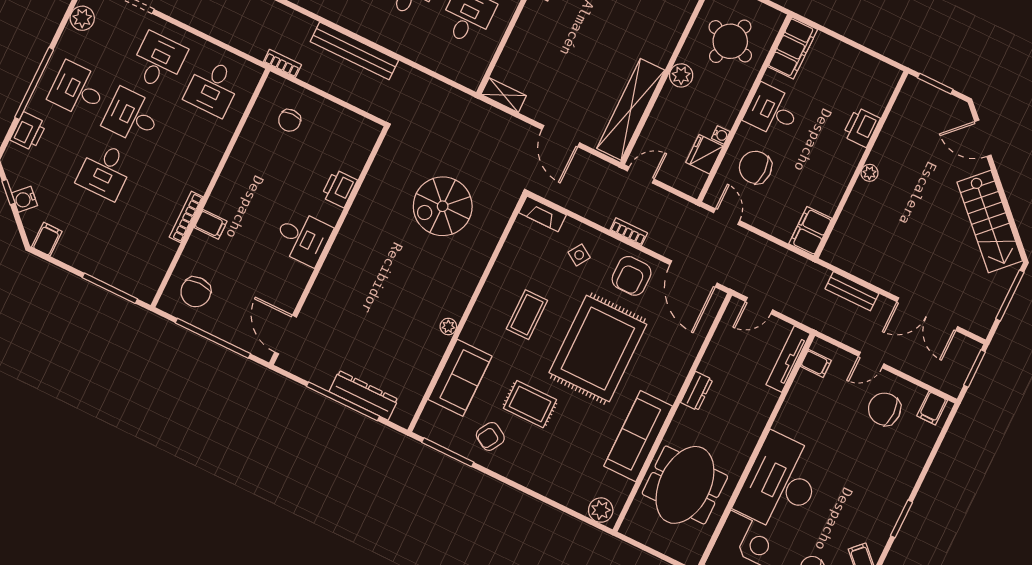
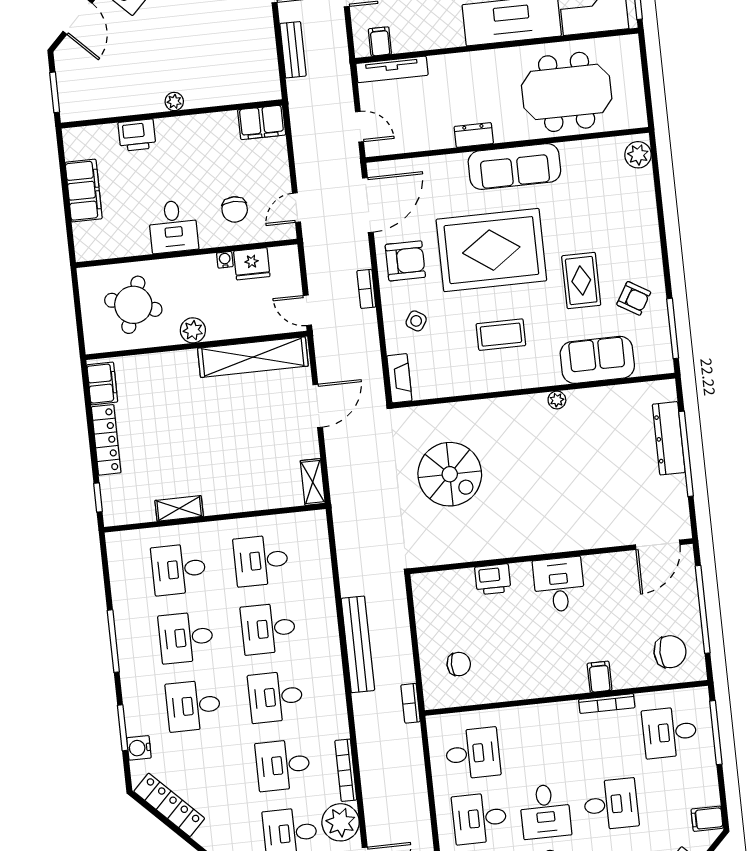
filing cabinet: (793, 48) -> (84, 191), moved, turned 90
chair: (755, 167) -> (235, 209), width x0.73, depth x0.73
desk: (133, 252) -> (670, 732), added
sofa: (638, 436) -> (514, 166), moved

